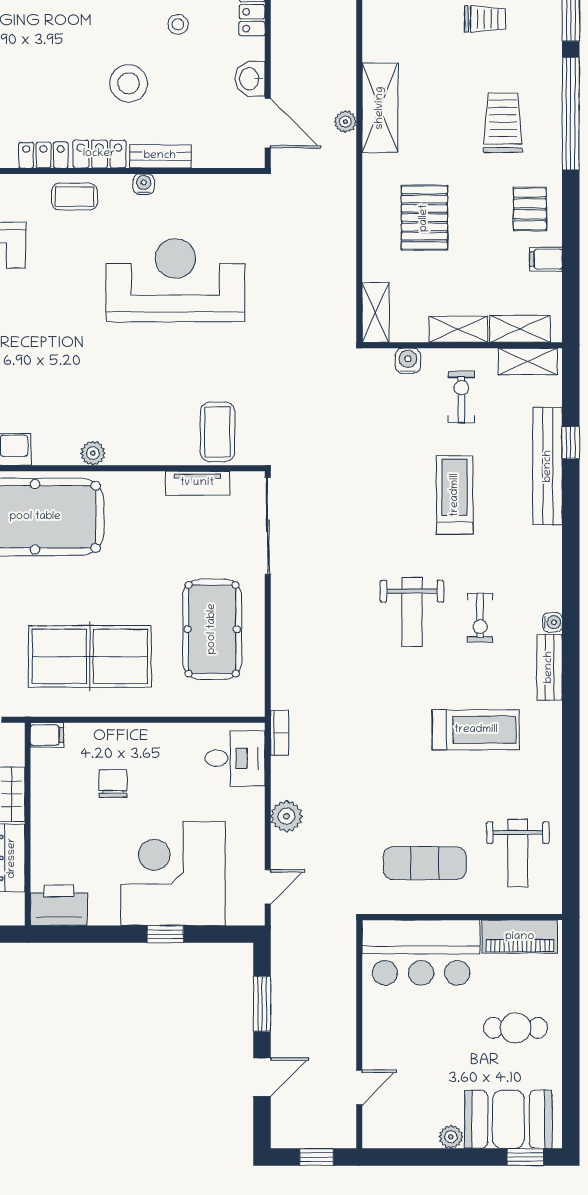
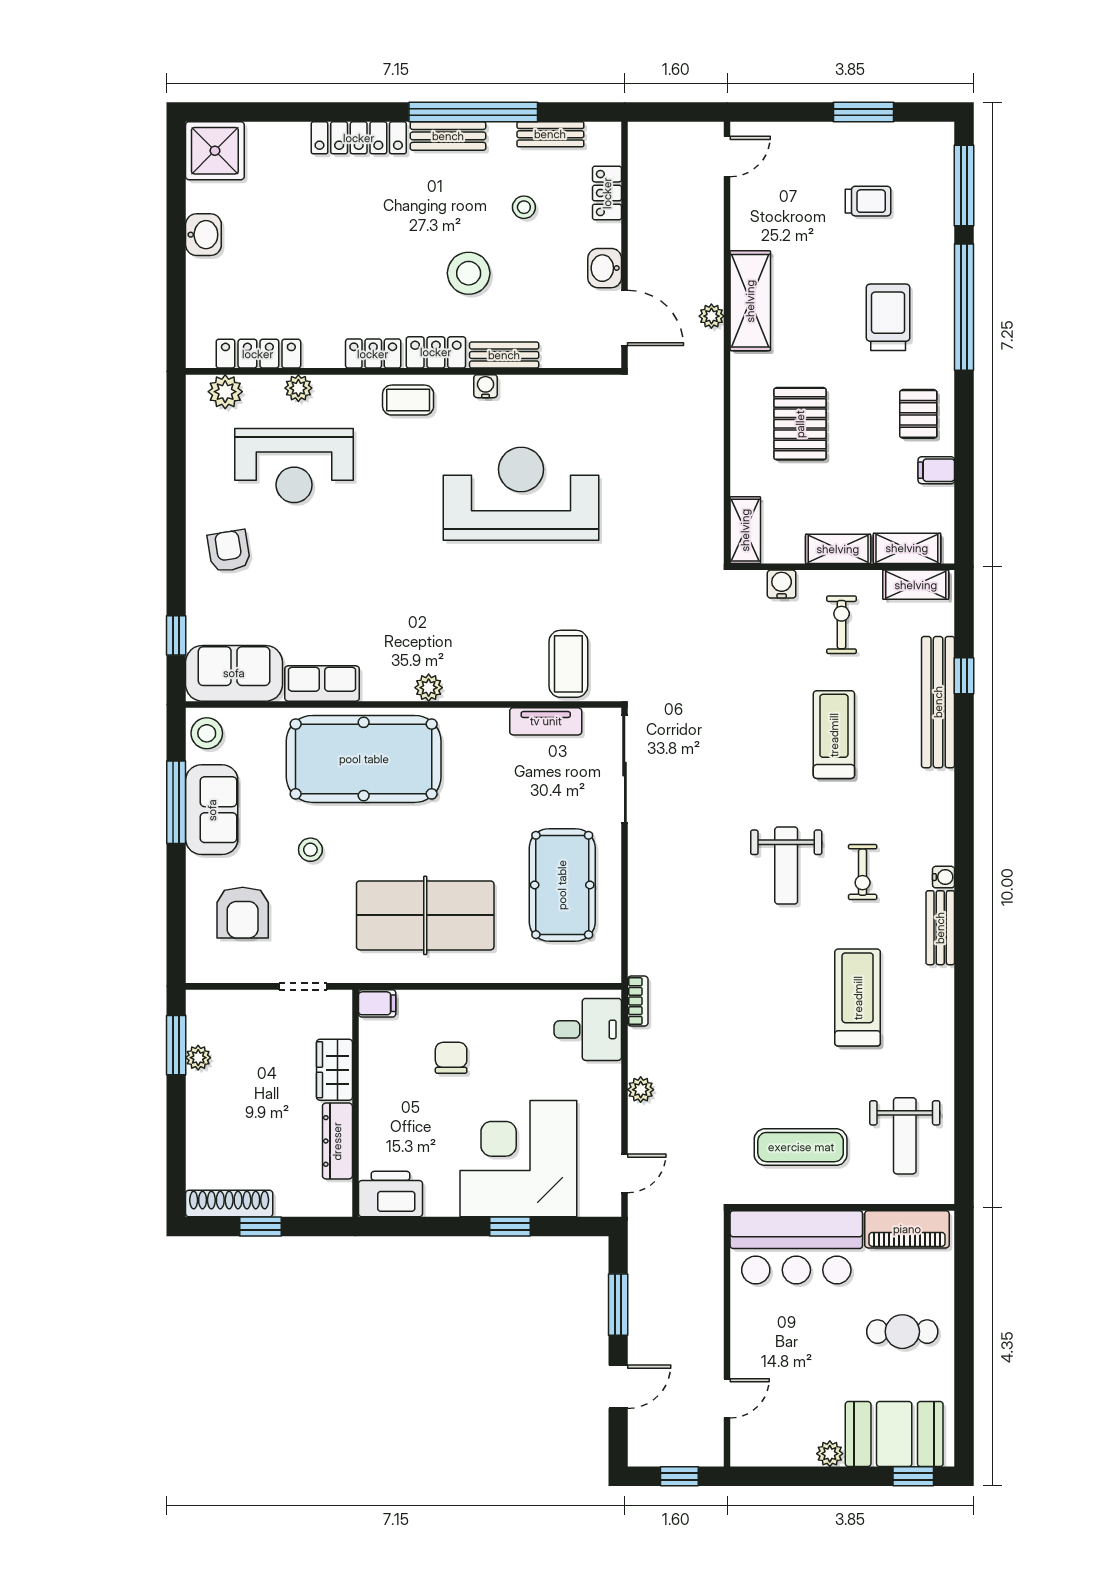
treadmill: (476, 730) -> (858, 998), turned -90
plant: (286, 816) -> (641, 1090), width x0.73, depth x0.73

